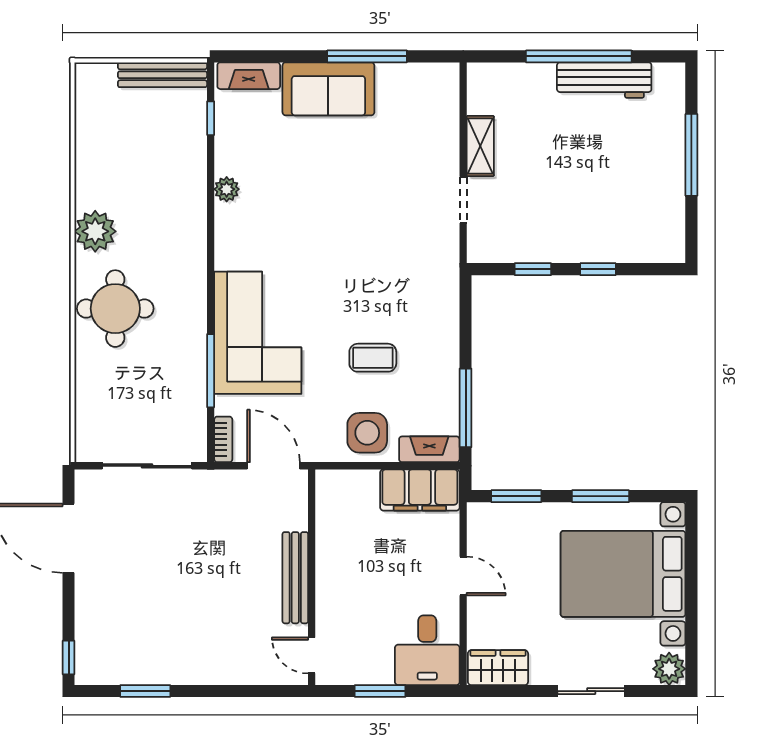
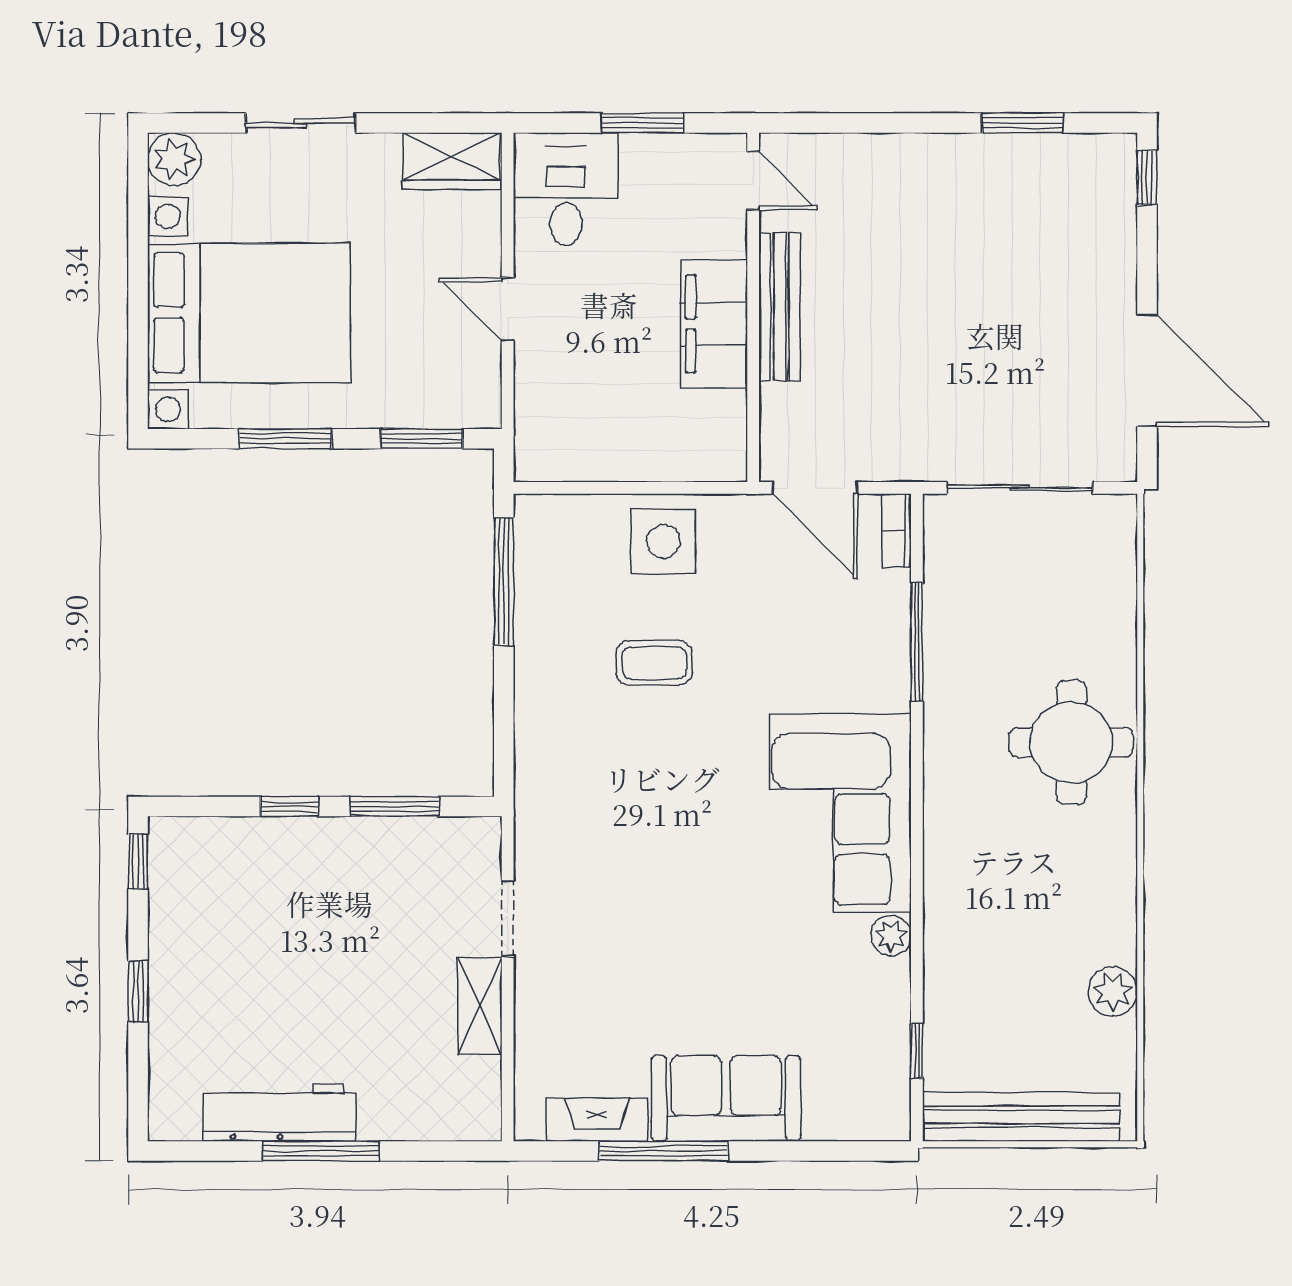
window: (579, 56) -> (320, 1151), width x0.68
bench: (162, 75) -> (1021, 1117), width x1.37, depth x1.21
fireplace: (249, 76) -> (597, 1120), moved
window: (691, 155) -> (138, 991), width x0.46
plant: (95, 231) -> (1113, 992), moved, width x0.73, depth x0.73
window: (691, 235) -> (138, 861), added
window: (533, 269) -> (395, 806), width x1.50
corner sofa: (258, 333) -> (840, 813), moved
fireplace: (429, 449) -> (563, 515), removed
filing cabinet: (420, 490) -> (714, 324), moved, turned -90

